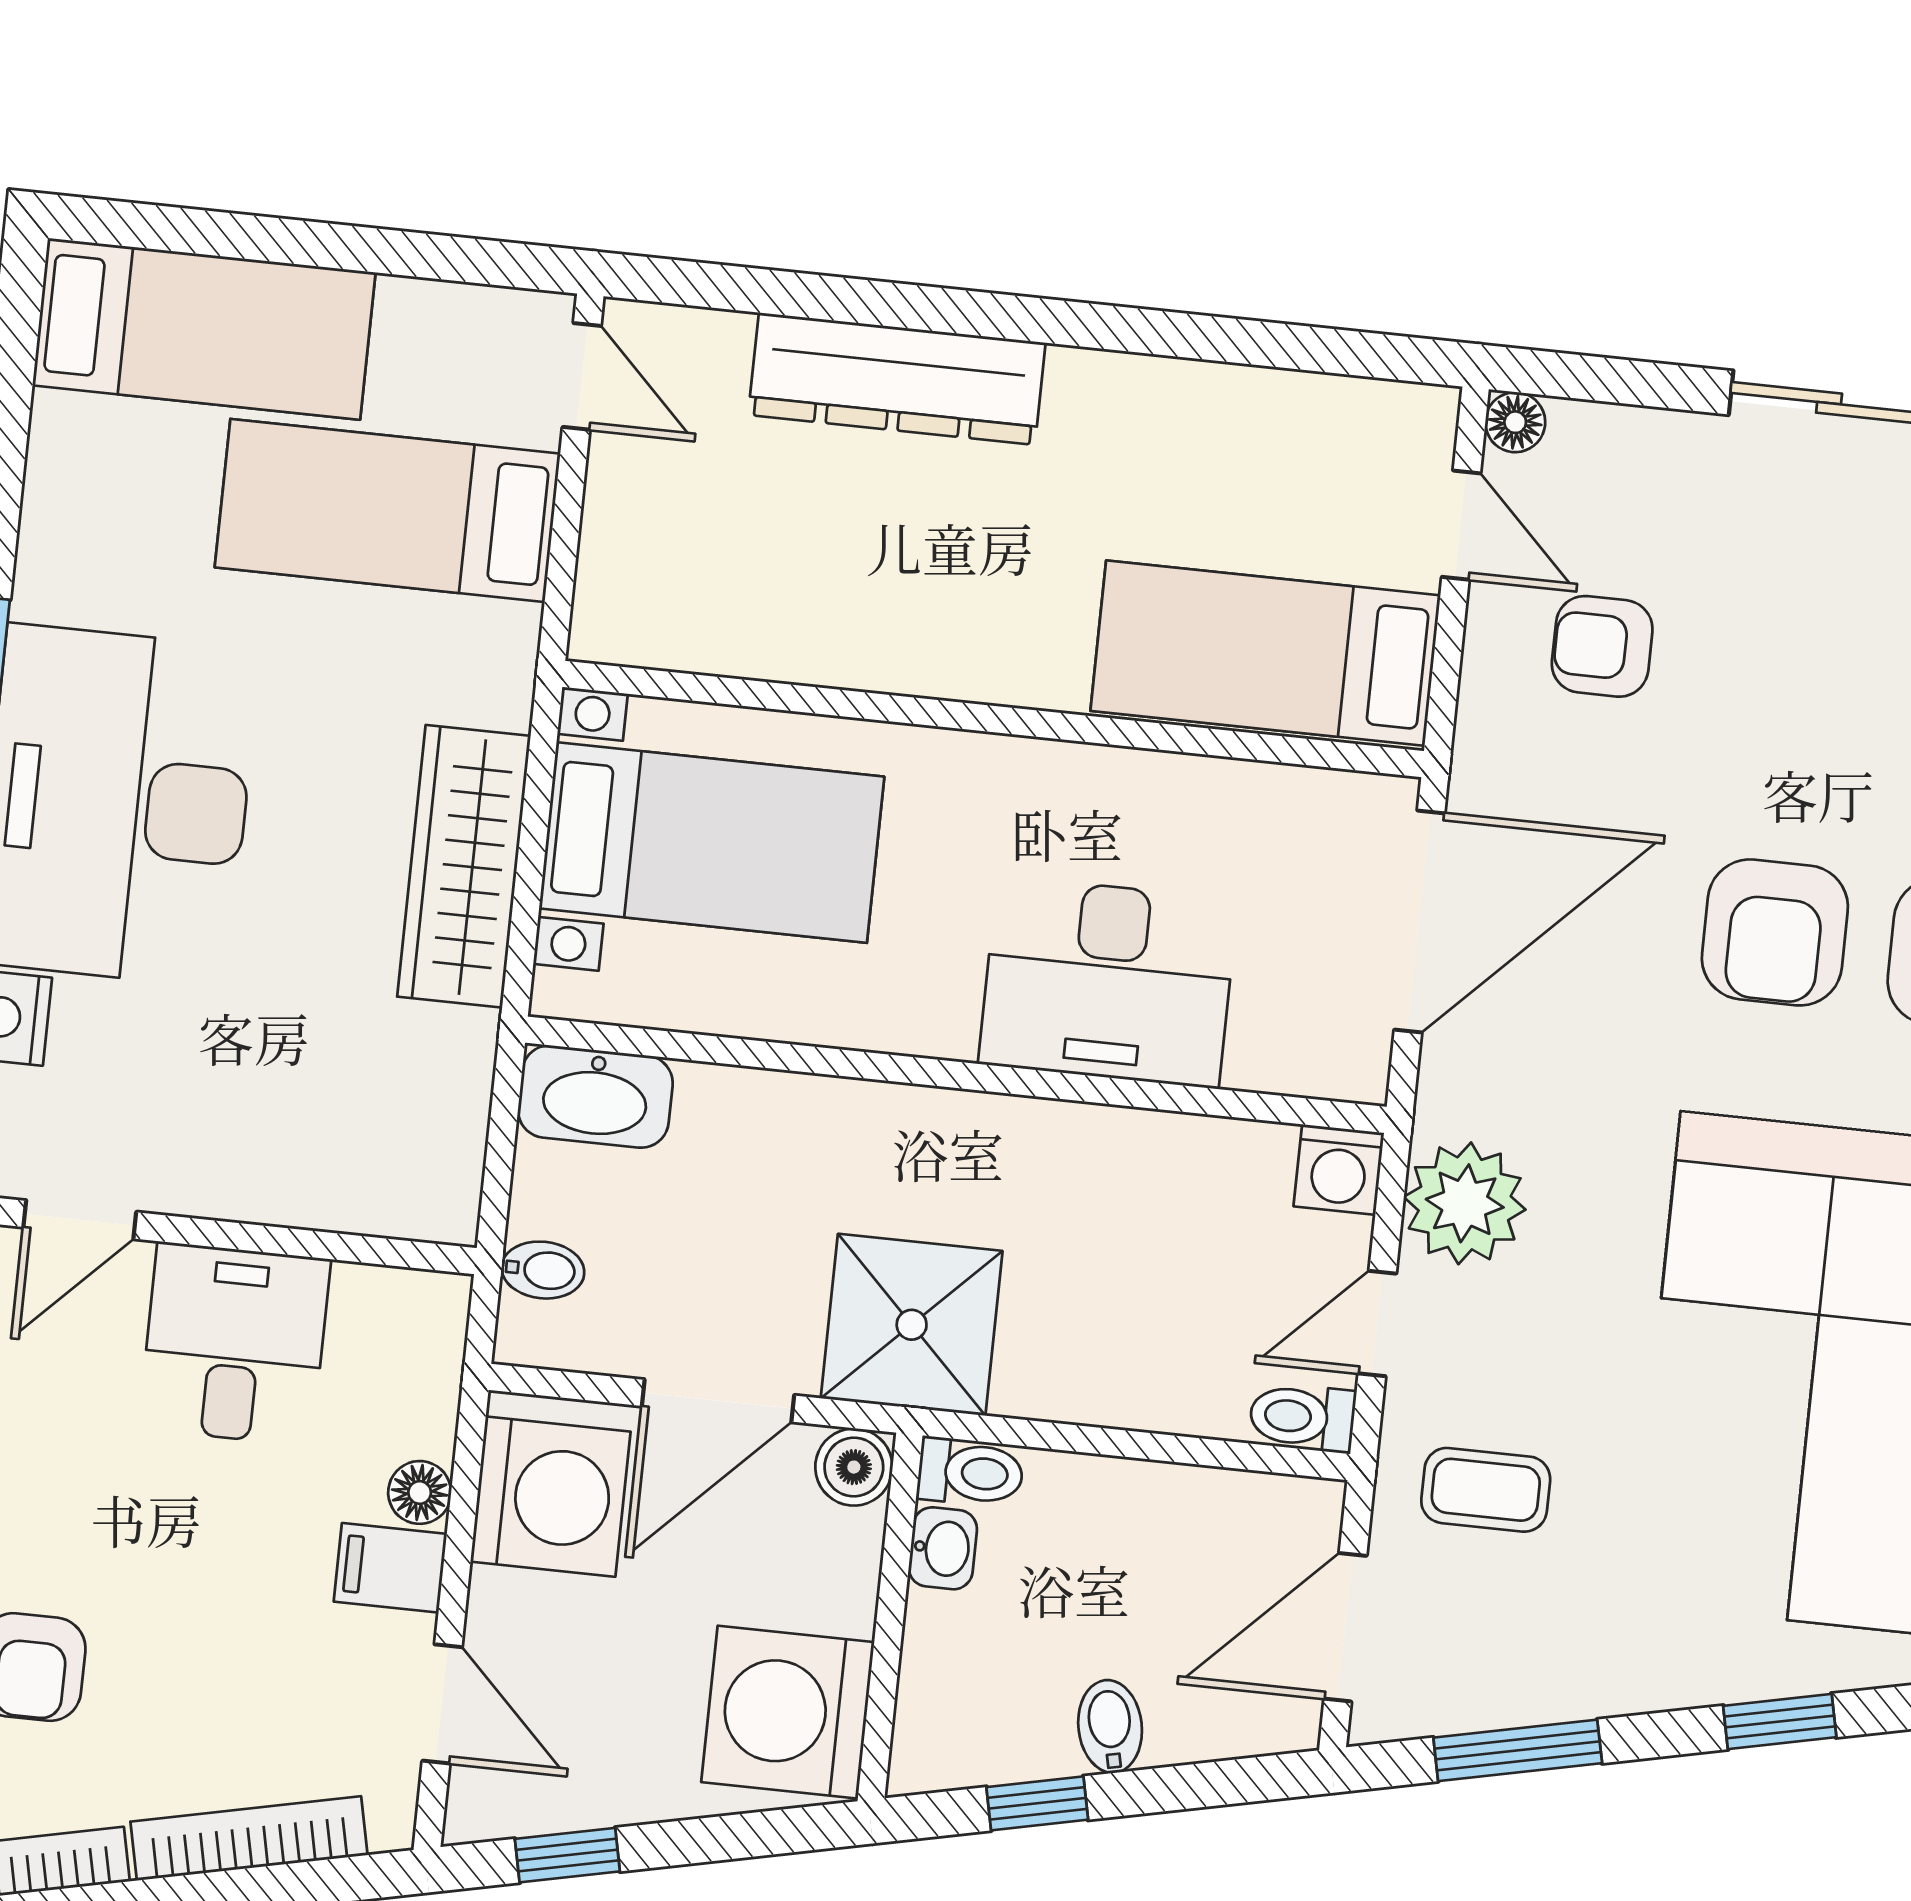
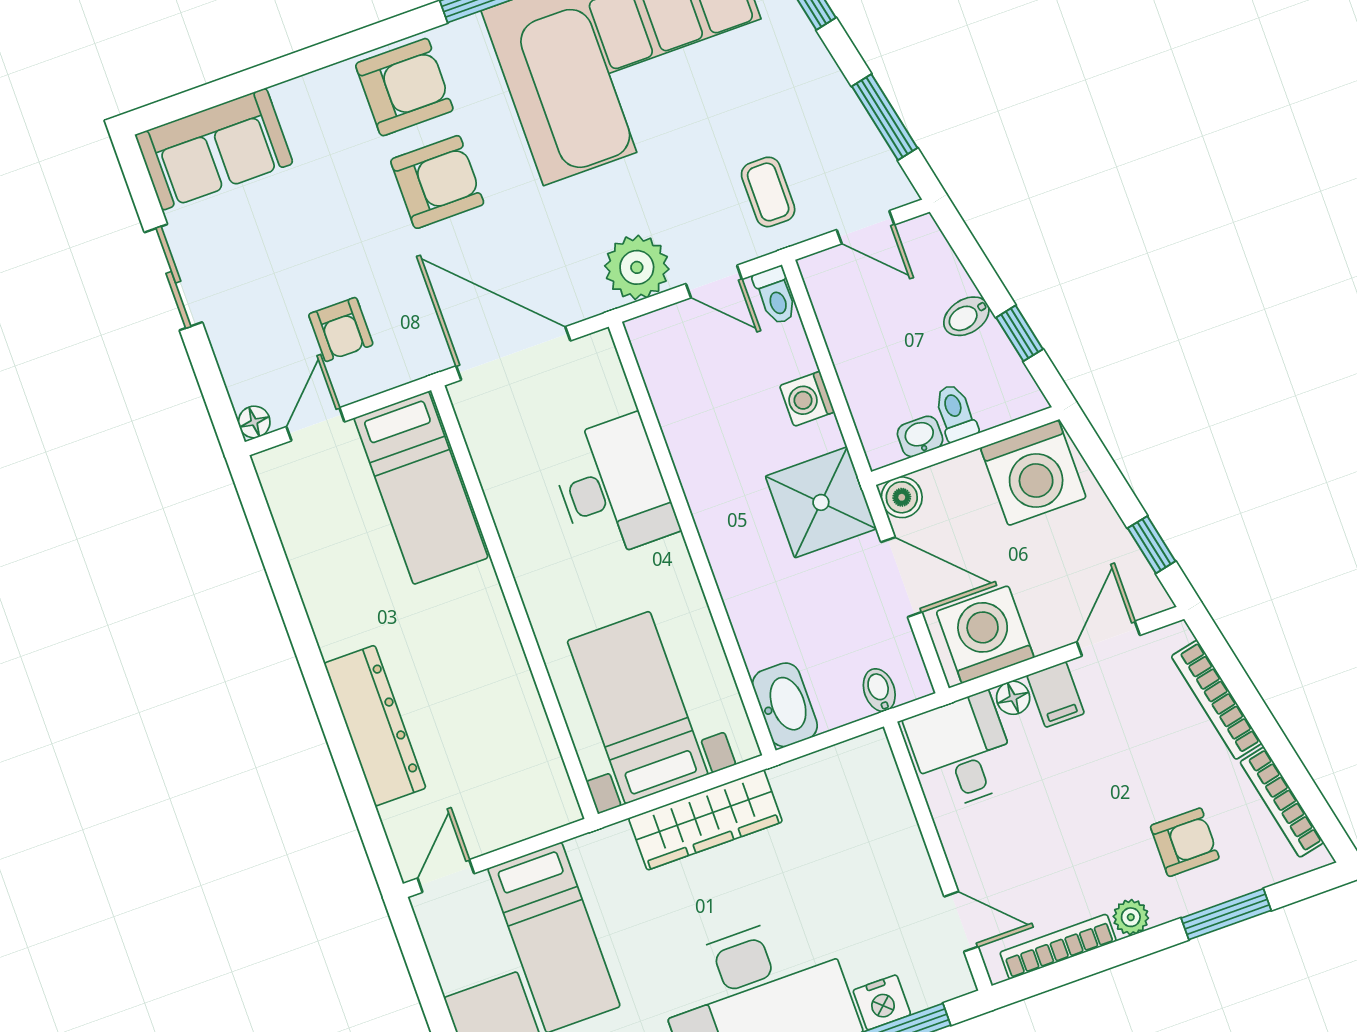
washing machine: (1339, 1170) -> (807, 399), moved, turned 180
desk: (235, 1344) -> (962, 751), moved, turned 90
toilet: (970, 1472) -> (955, 413), moved
door: (1345, 1627) -> (866, 227), width x0.73

